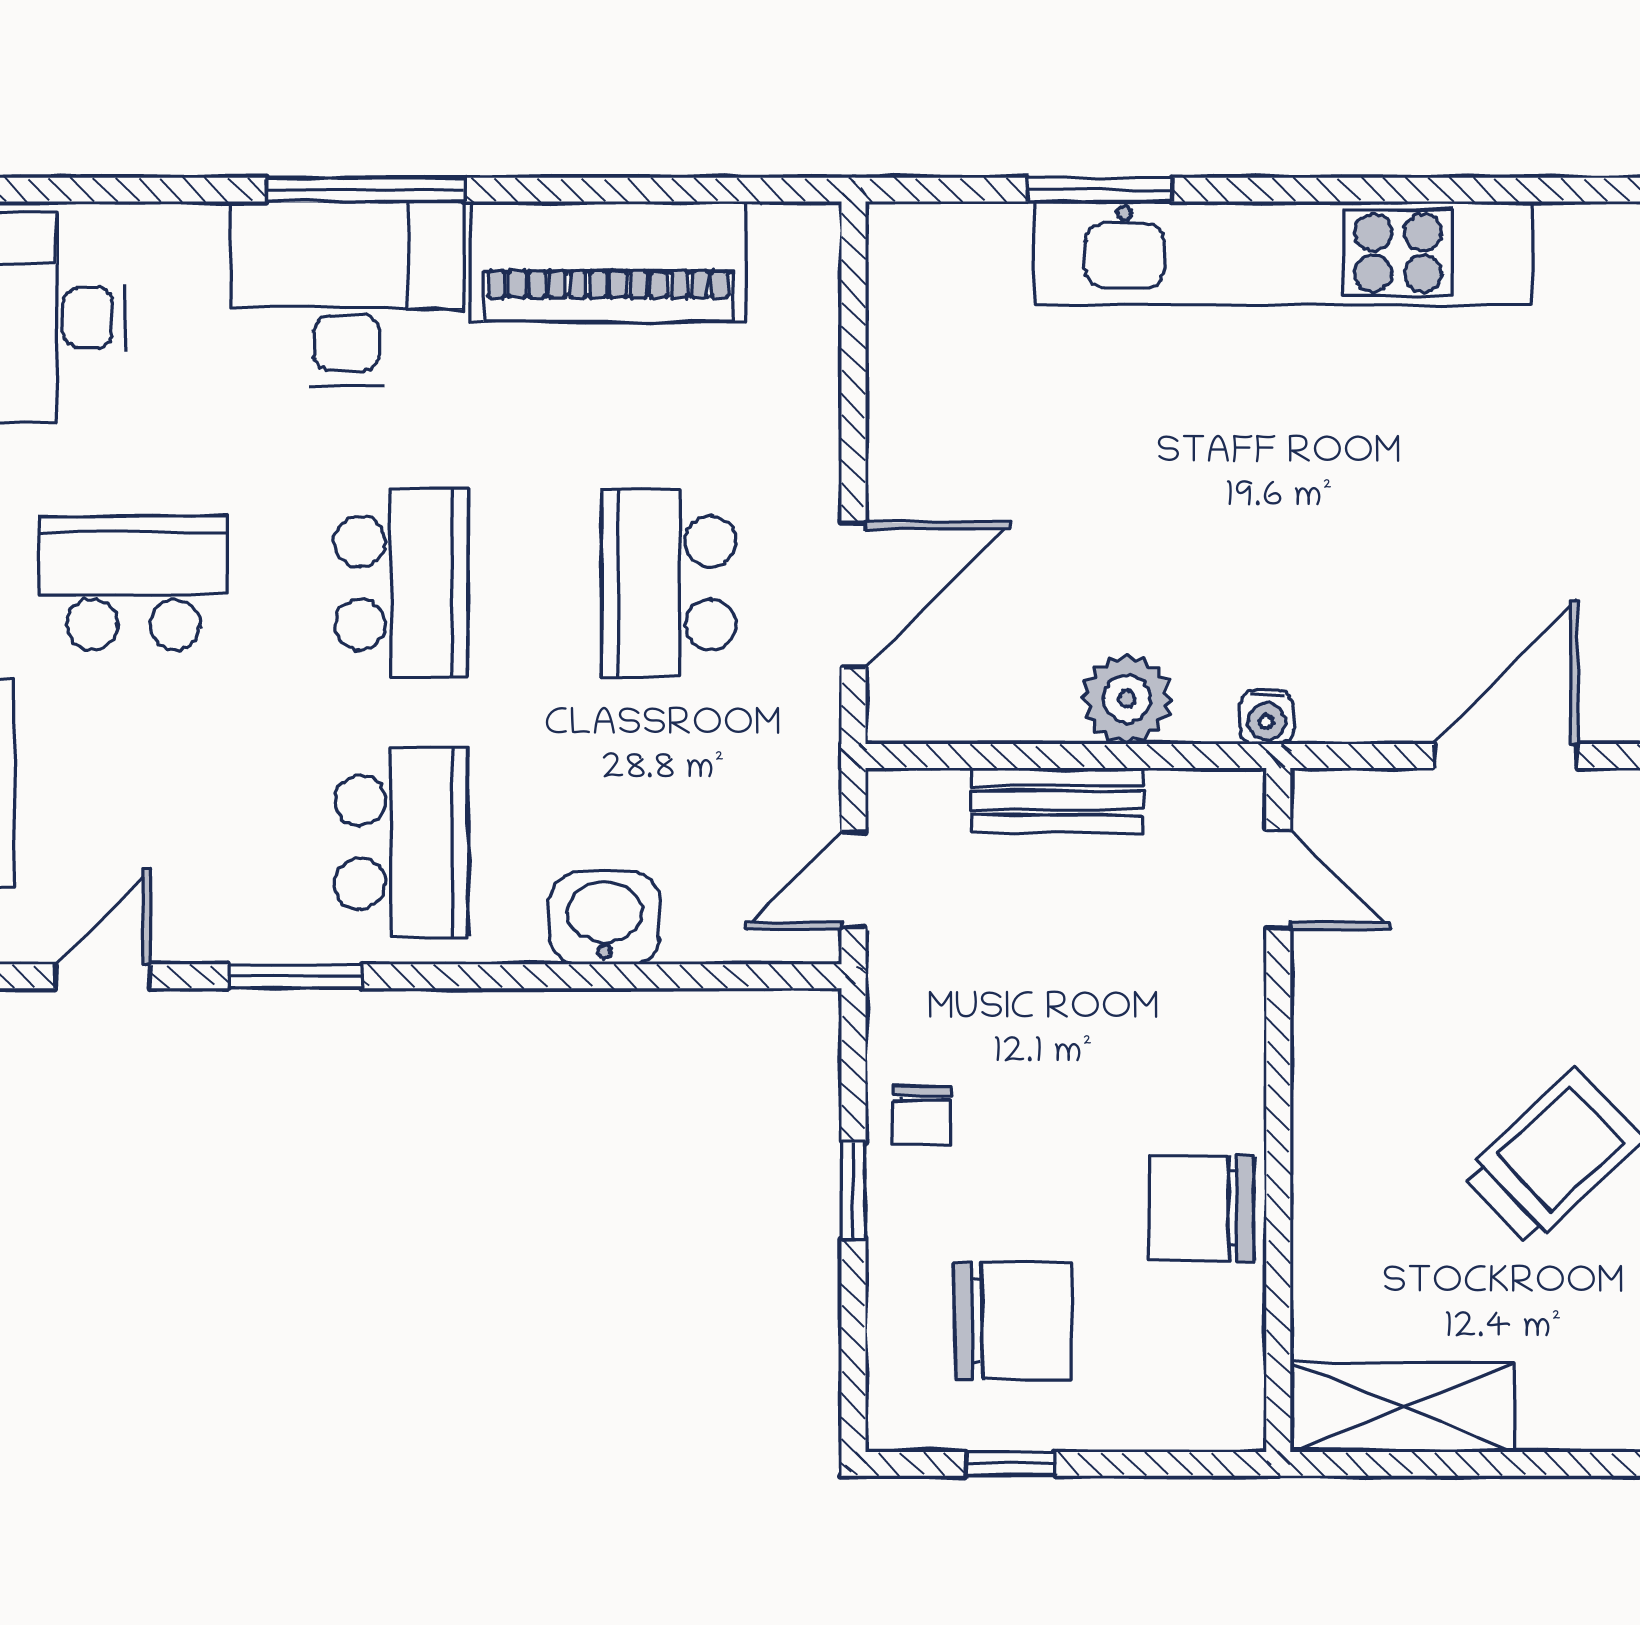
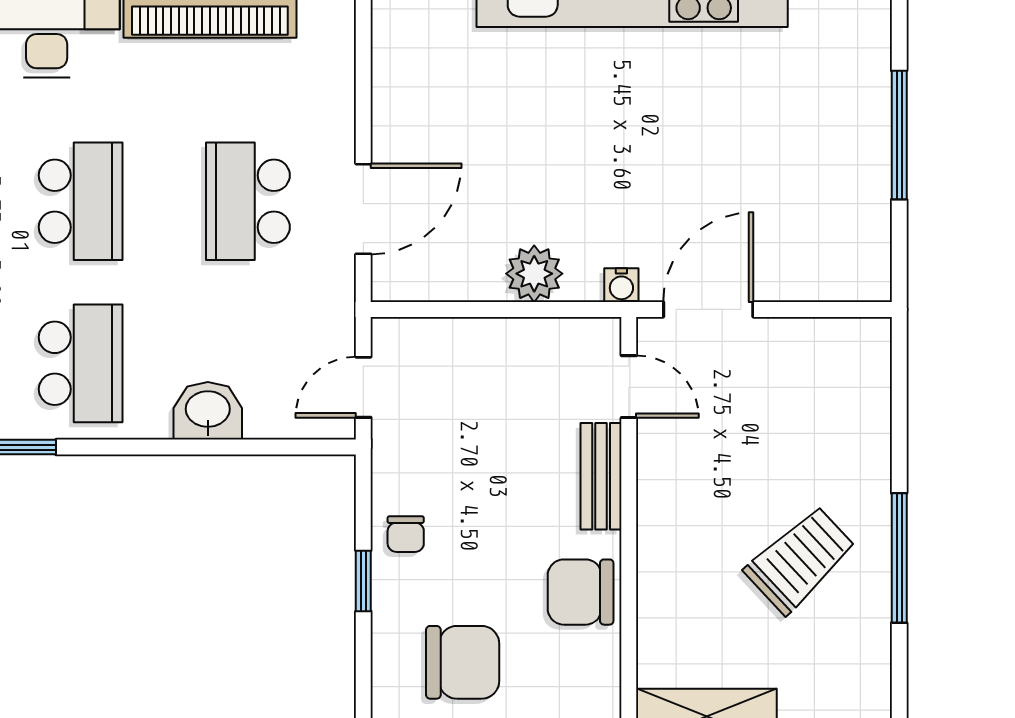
door: (1506, 756) -> (708, 309), moved
bench: (1057, 800) -> (601, 476), moved, turned 90

